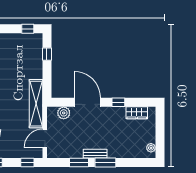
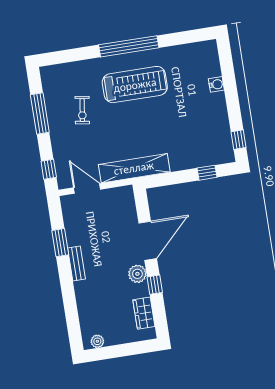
plant: (64, 113) -> (137, 274), moved
window: (105, 163) -> (66, 280), removed

